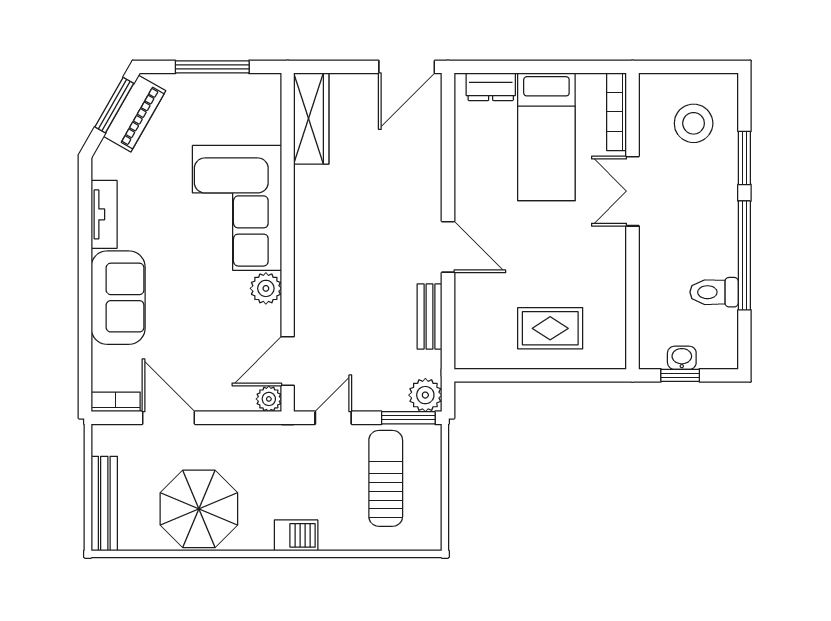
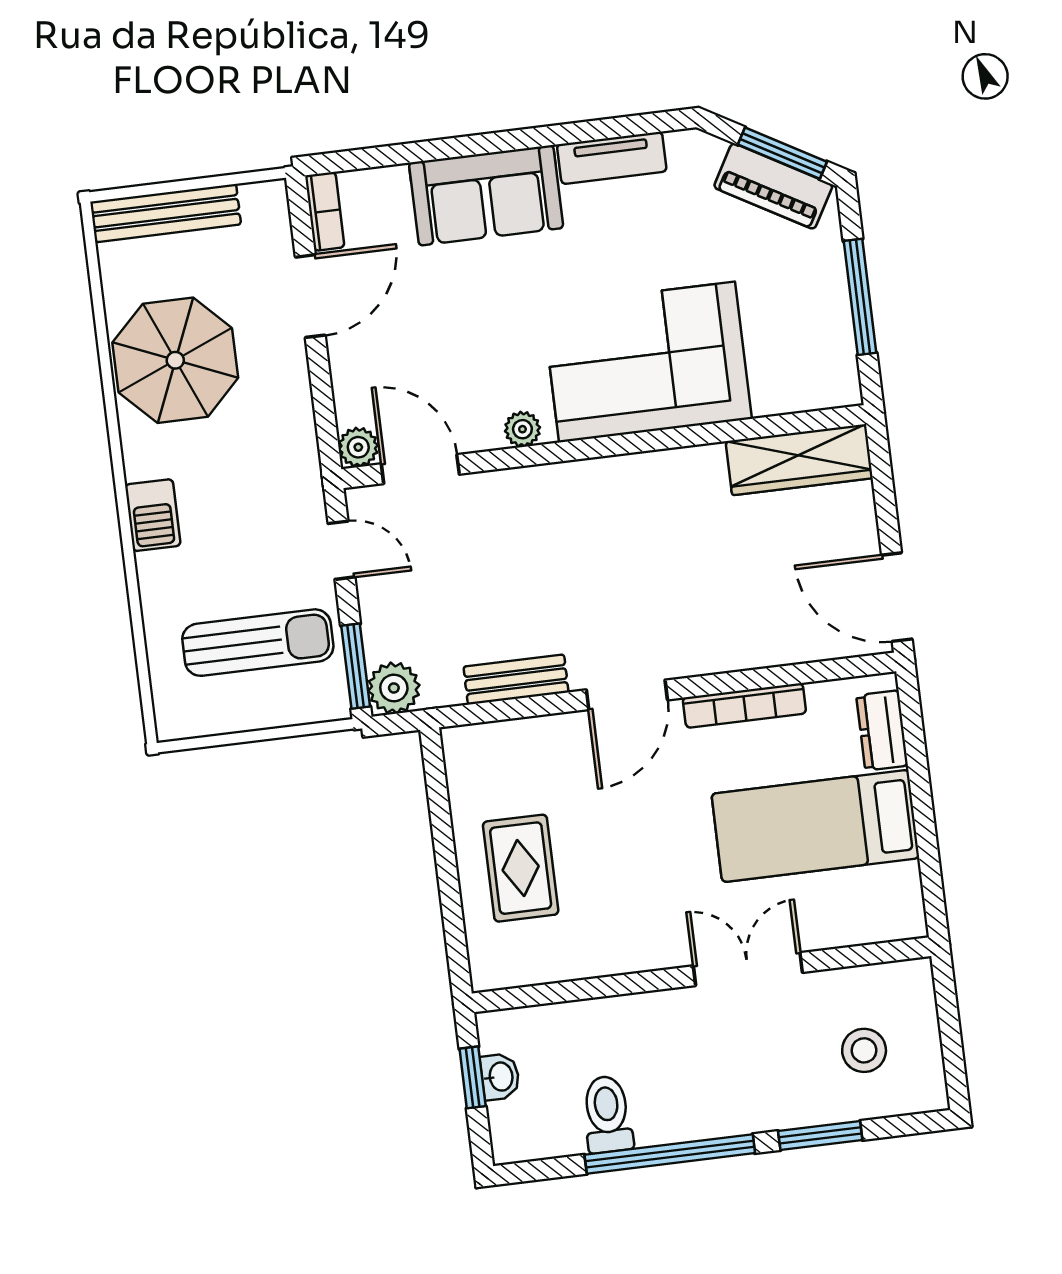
bookcase: (617, 112) -> (744, 705), moved, turned 180
stool: (694, 123) -> (864, 1050), width x0.73, depth x0.73
plant: (266, 288) -> (522, 429), width x0.73, depth x0.73

